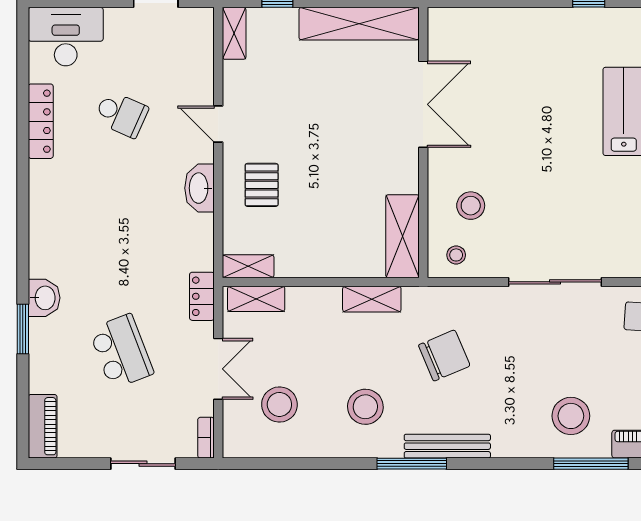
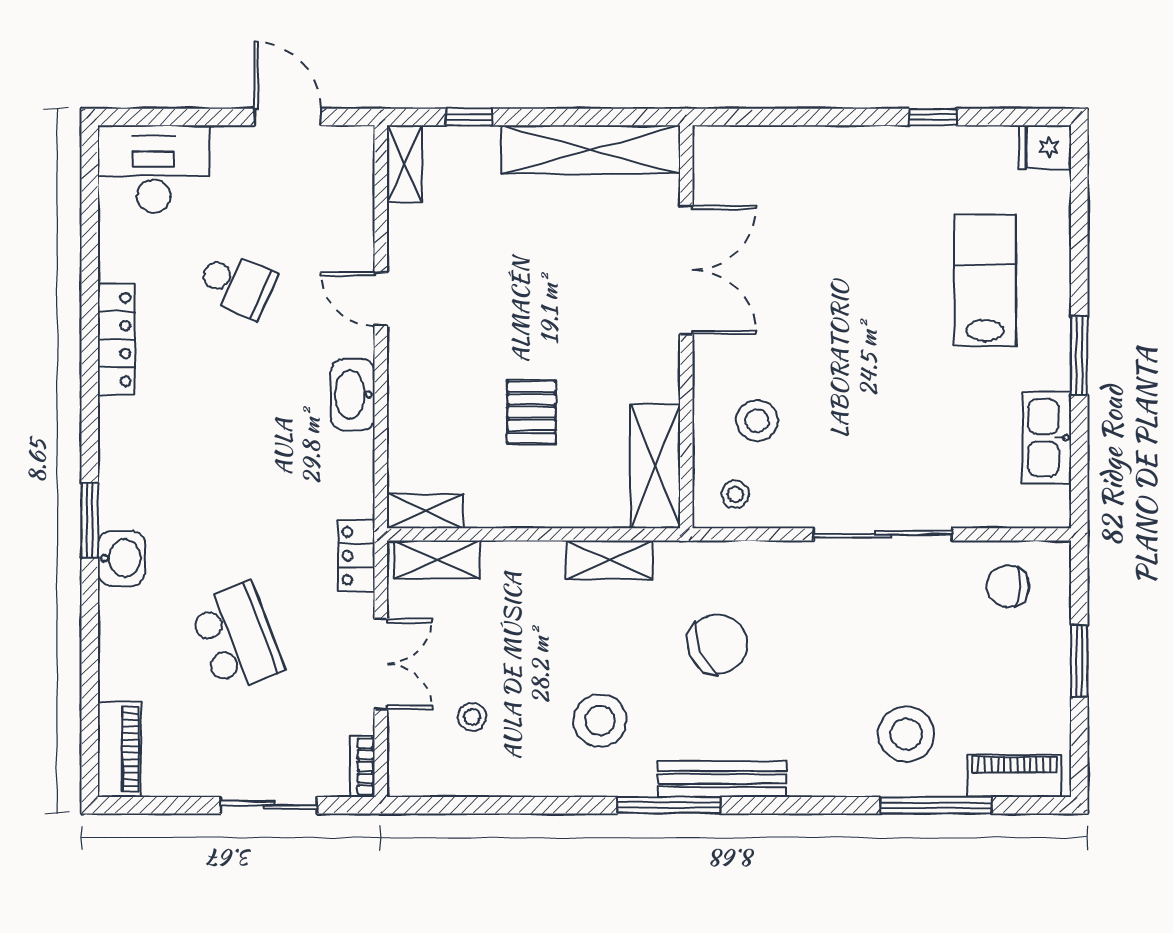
locker: (41, 121) -> (116, 339), moved
pallet: (262, 185) -> (532, 412), moved
window: (23, 329) -> (90, 520), moved
stool: (279, 404) -> (472, 717), width x0.53, depth x0.53

